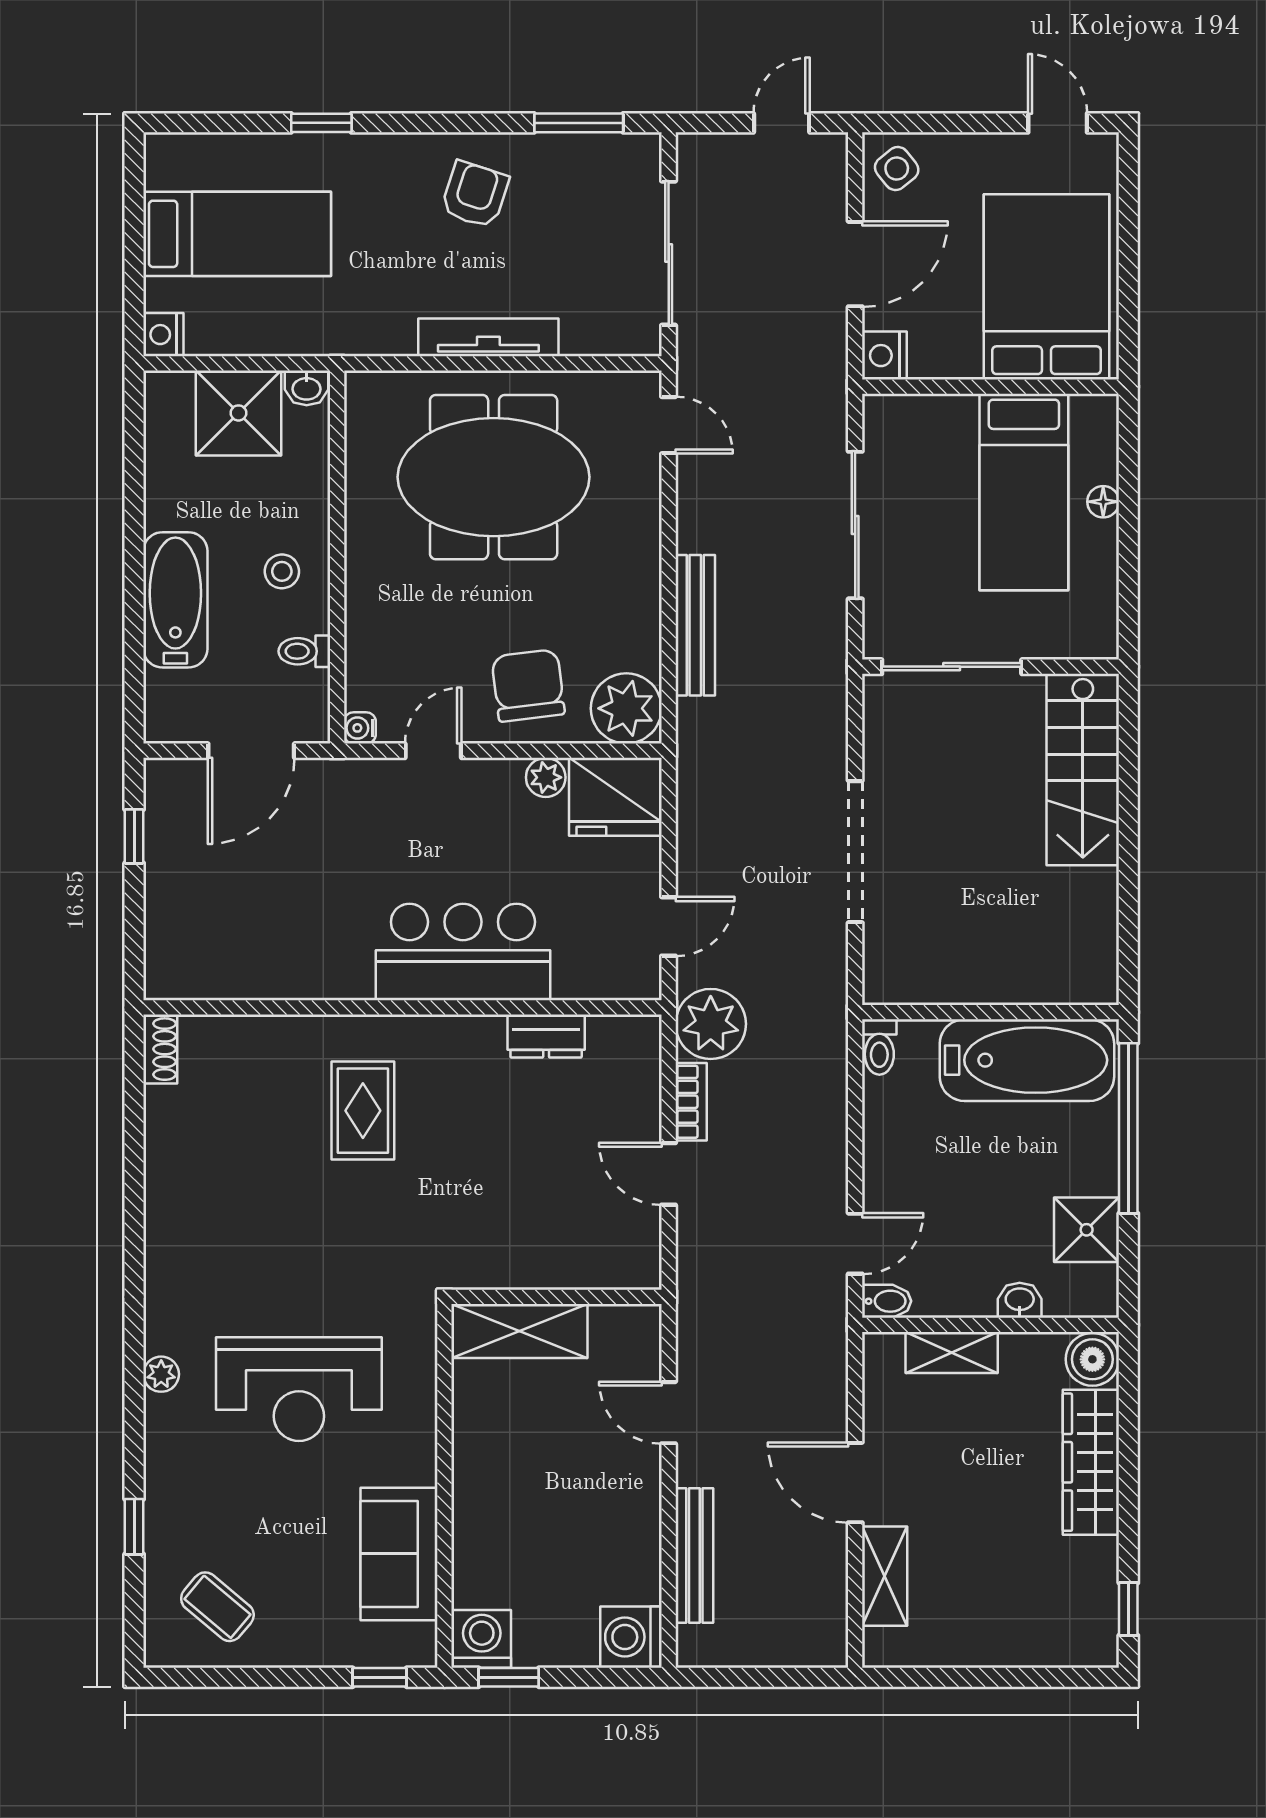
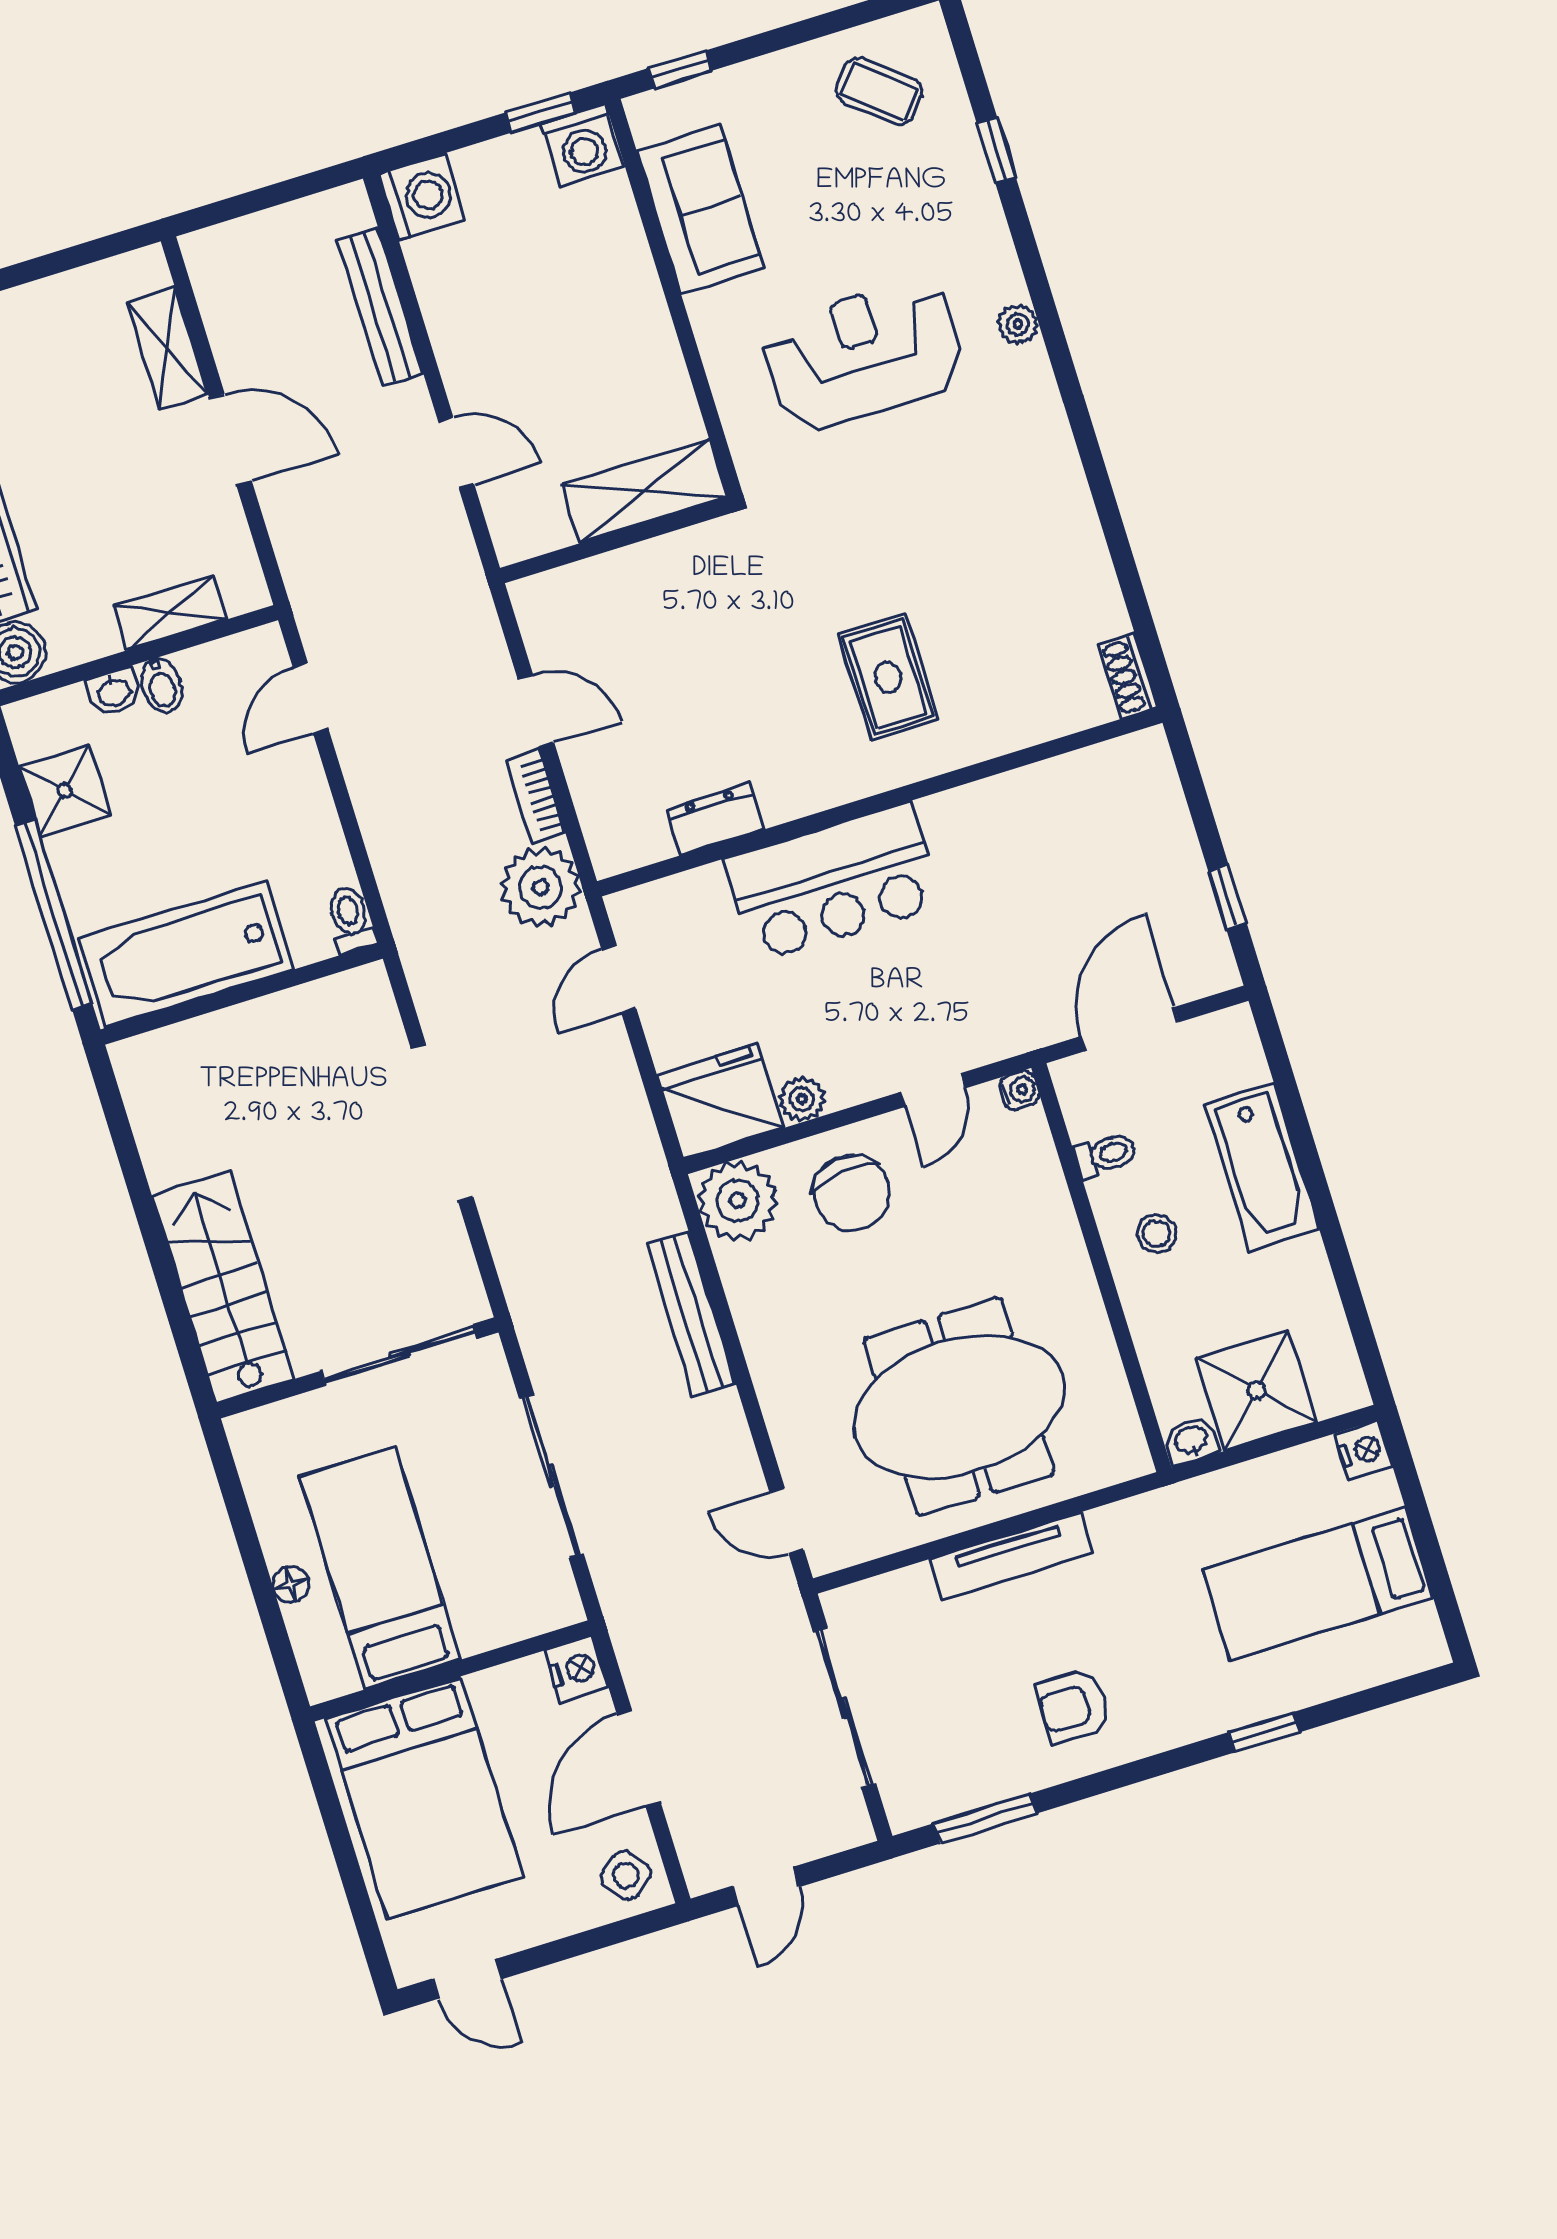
armchair: (475, 195) -> (1074, 1706), turned 72
bidet: (887, 1301) -> (161, 685), moved, turned -90

